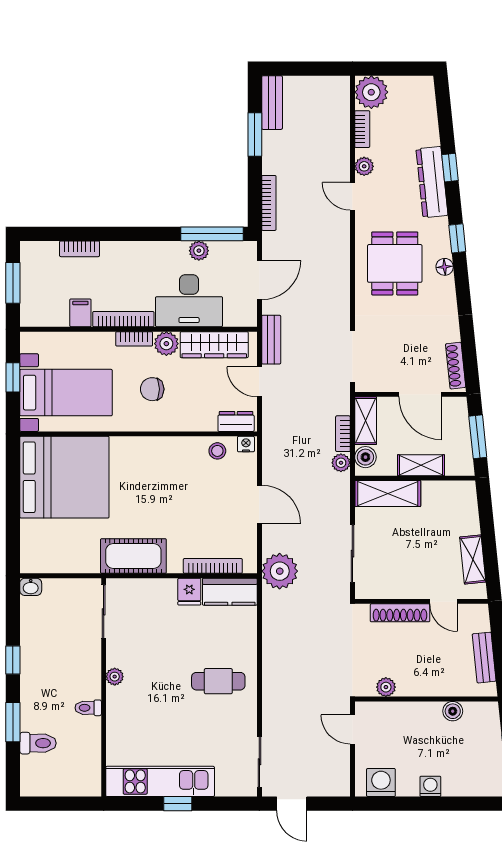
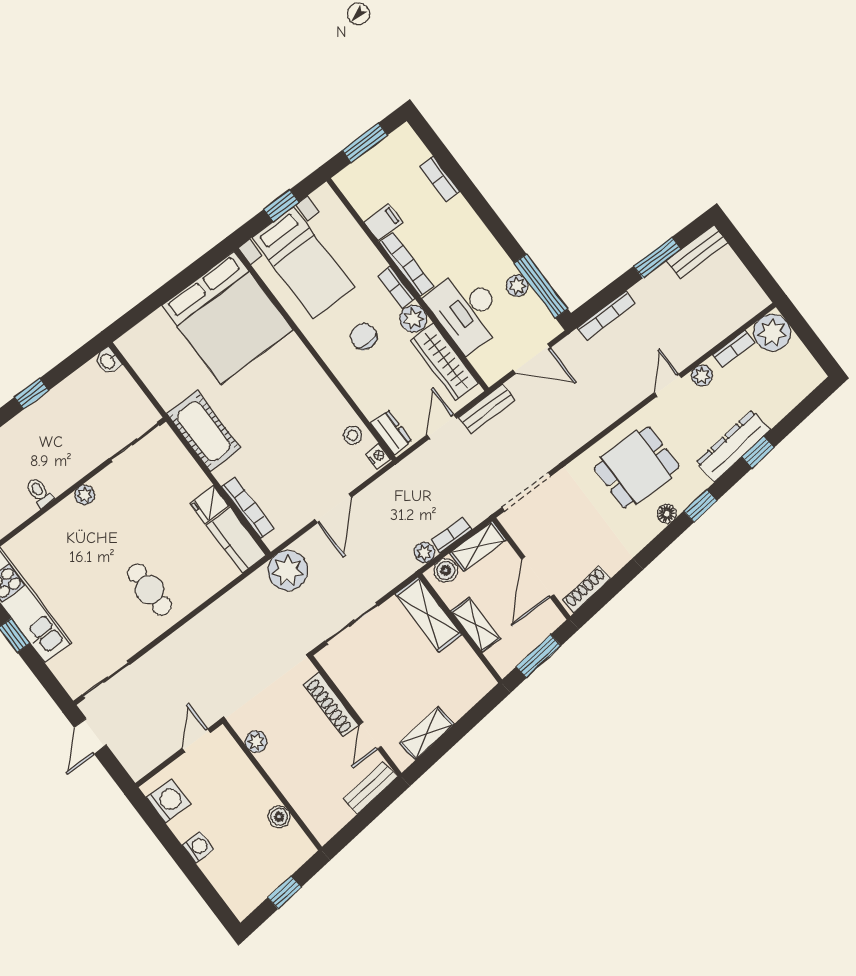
bench: (484, 658) -> (370, 788), moved

